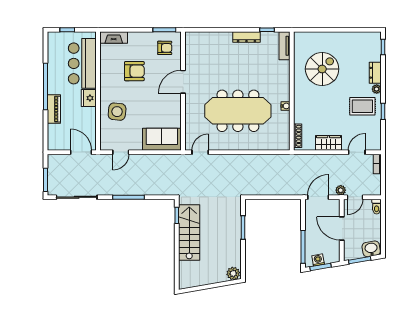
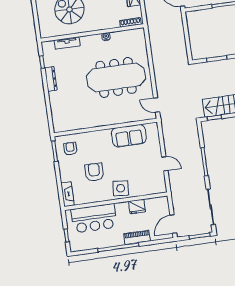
tv unit: (285, 46) -> (67, 43), moved
door: (183, 82) -> (97, 129), removed
fridge: (89, 98) -> (137, 206), moved
meeting table: (238, 111) -> (116, 77), turned 90
side table: (117, 112) -> (121, 188), moved
sofa: (162, 139) -> (129, 136), moved, turned -90
door: (81, 152) -> (173, 224), moved
door: (121, 152) -> (165, 164), moved

